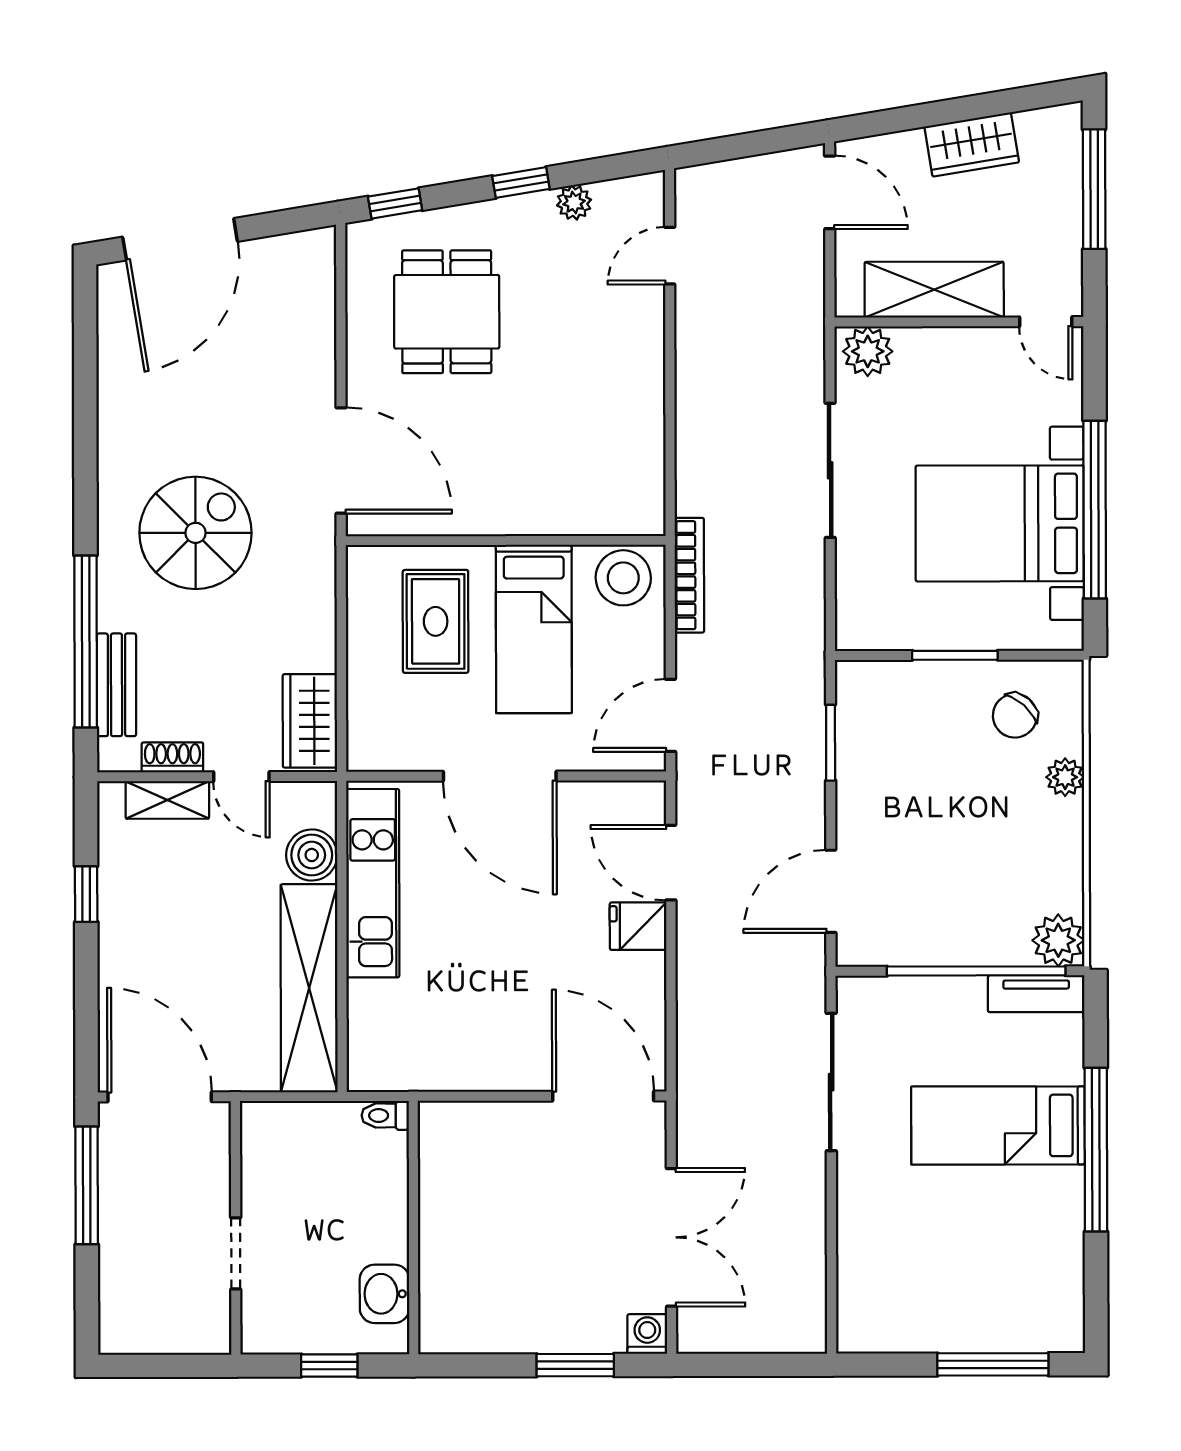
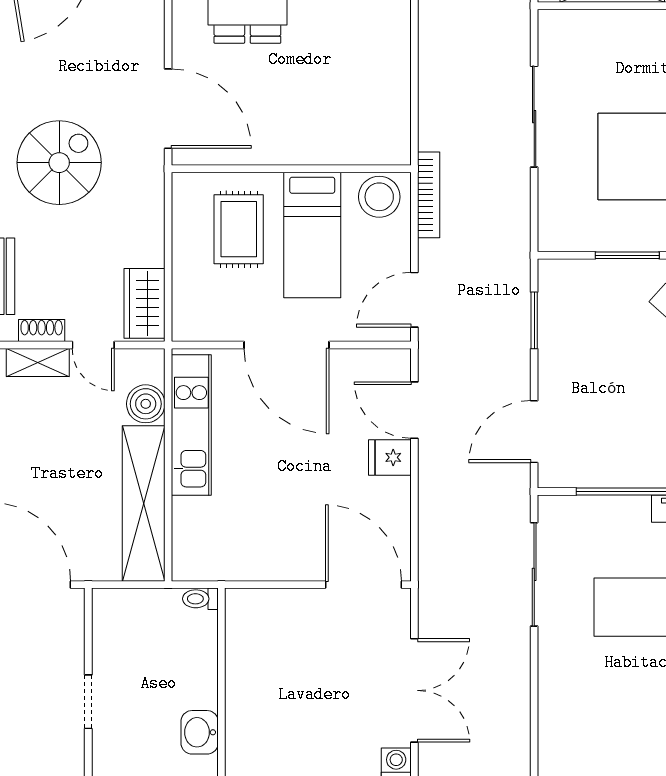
plant: (868, 351) -> (562, 28), removed

